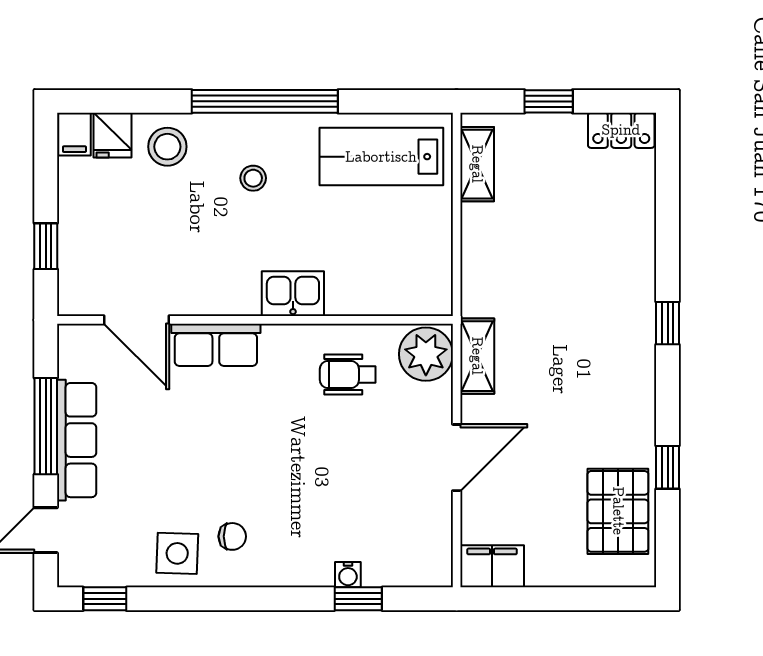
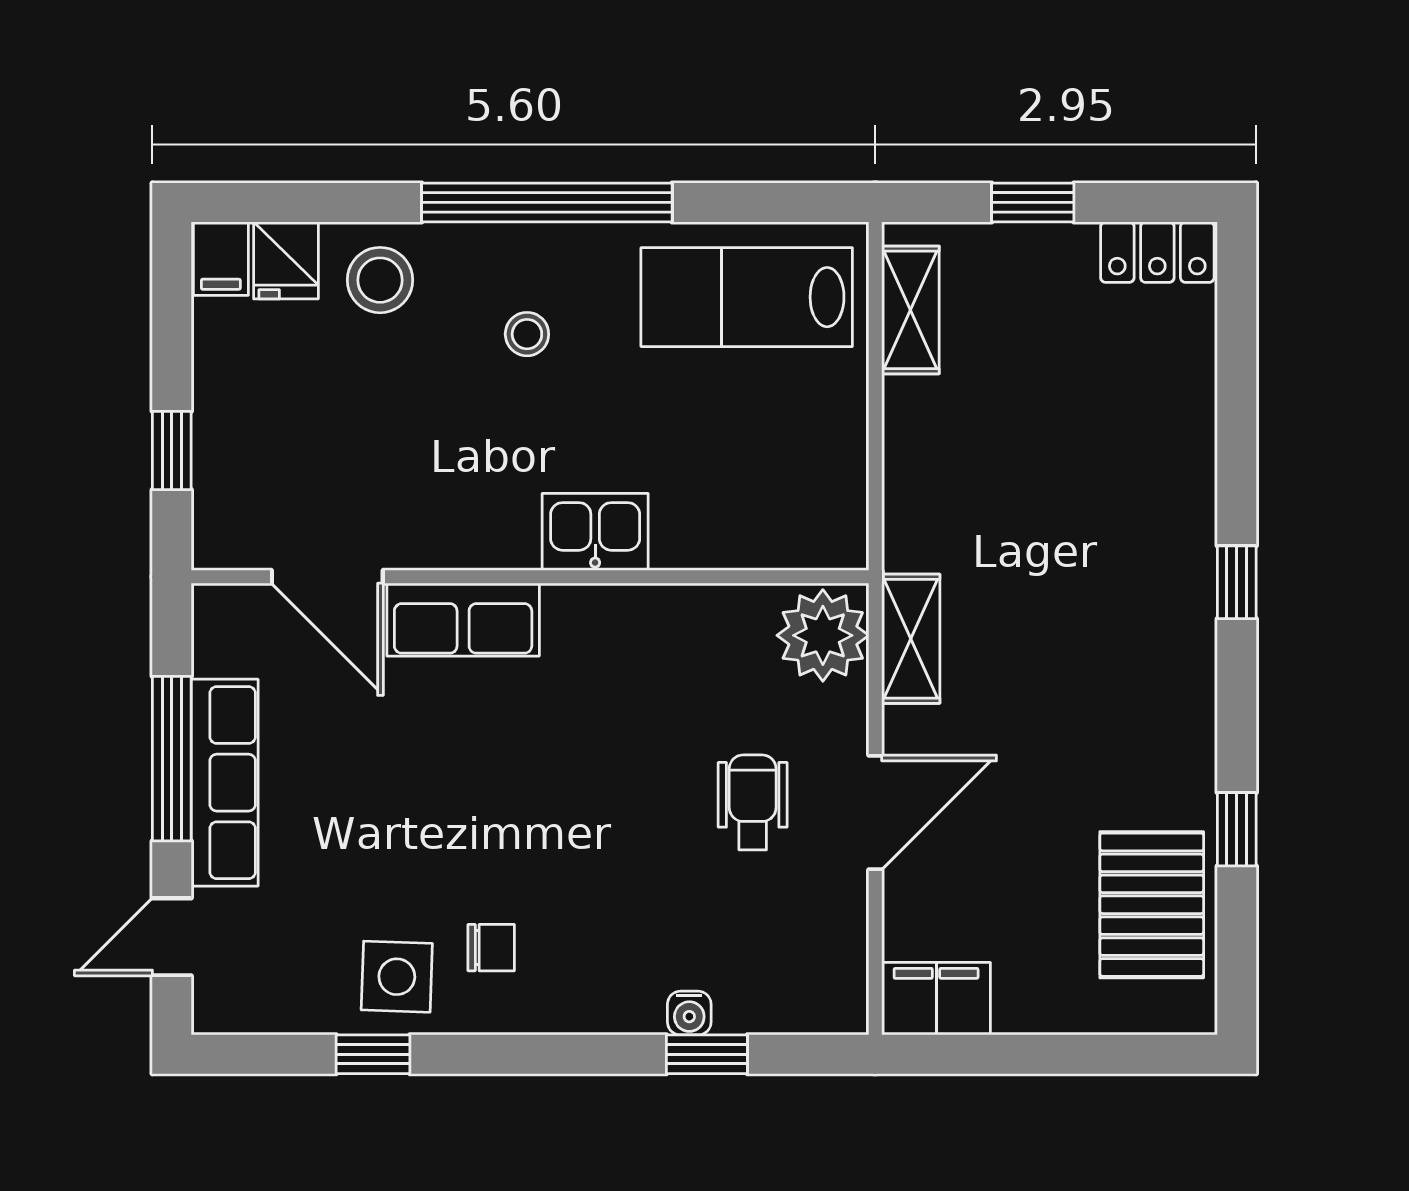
wheelchair: (348, 375) -> (753, 802), moved, turned 90
window: (105, 599) -> (373, 1054), moved

